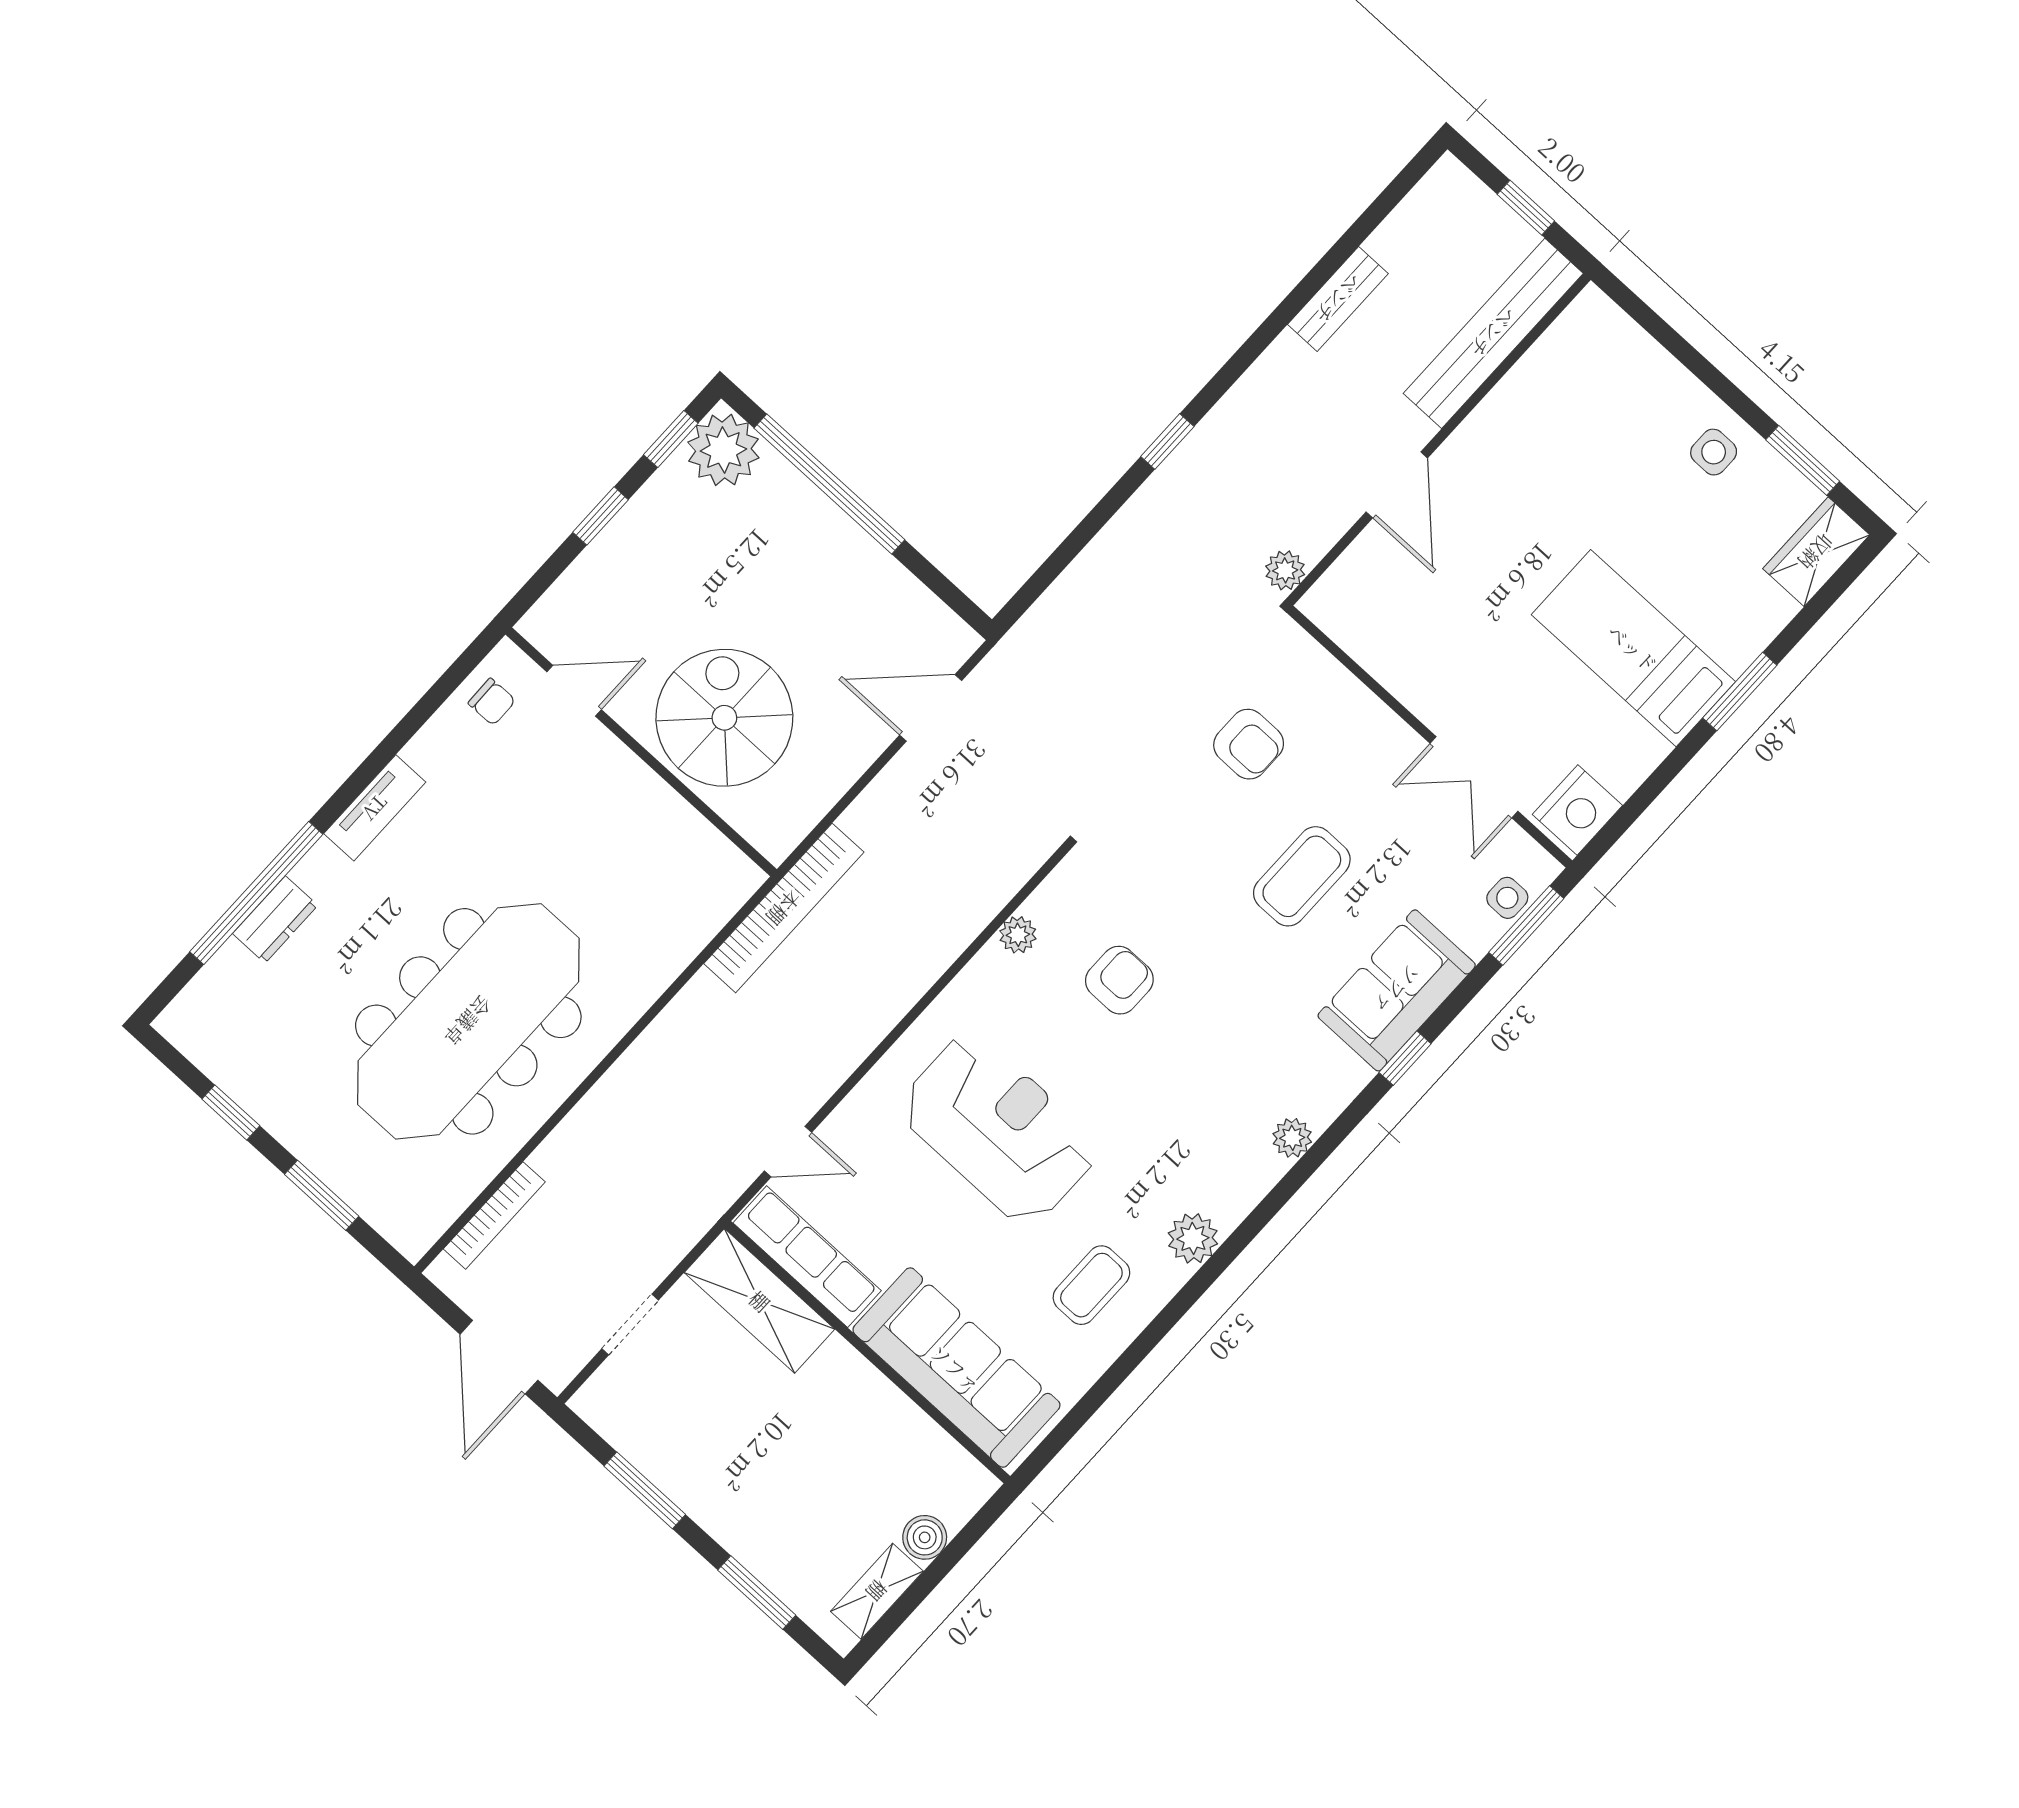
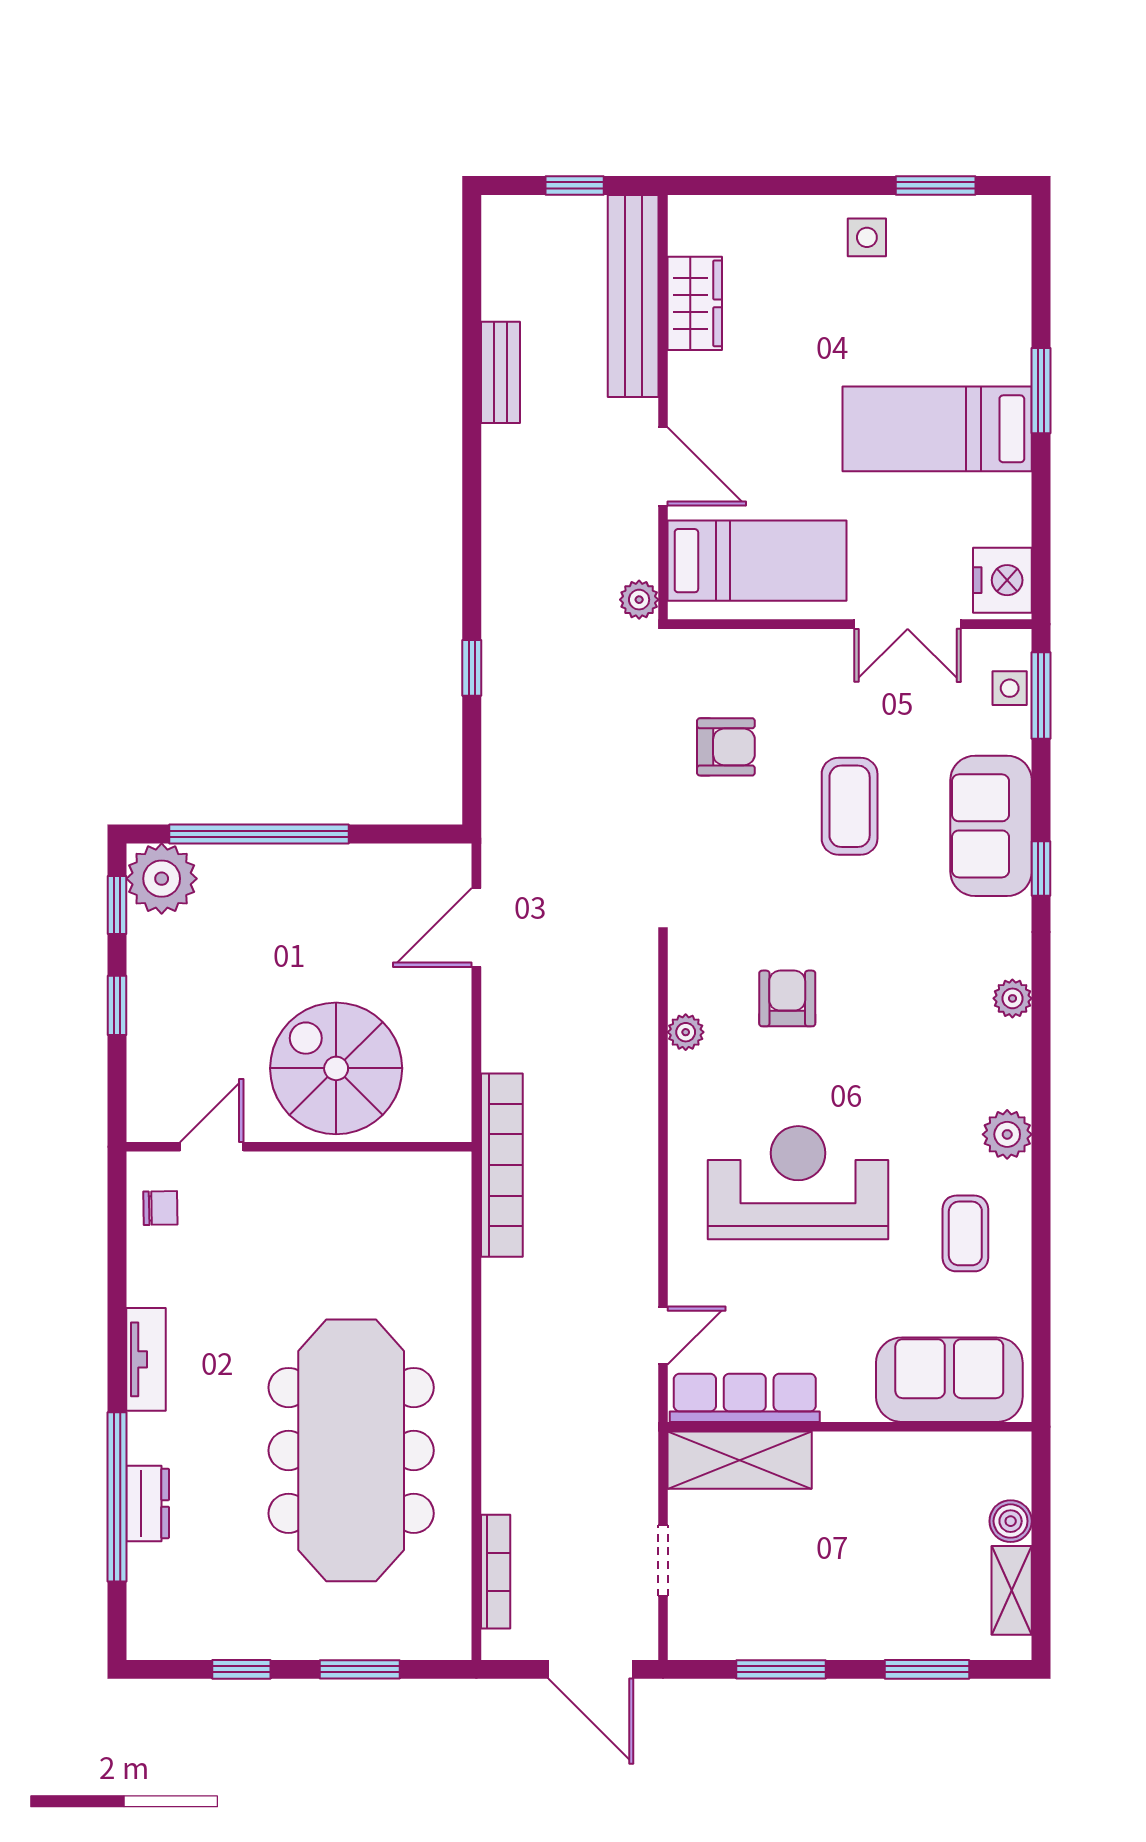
window: (1167, 441) -> (472, 668), moved
wardrobe: (1816, 552) -> (695, 303), moved, turned 180
bed: (1403, 623) -> (757, 561), added
sofa: (956, 1368) -> (949, 1380), width x0.73

